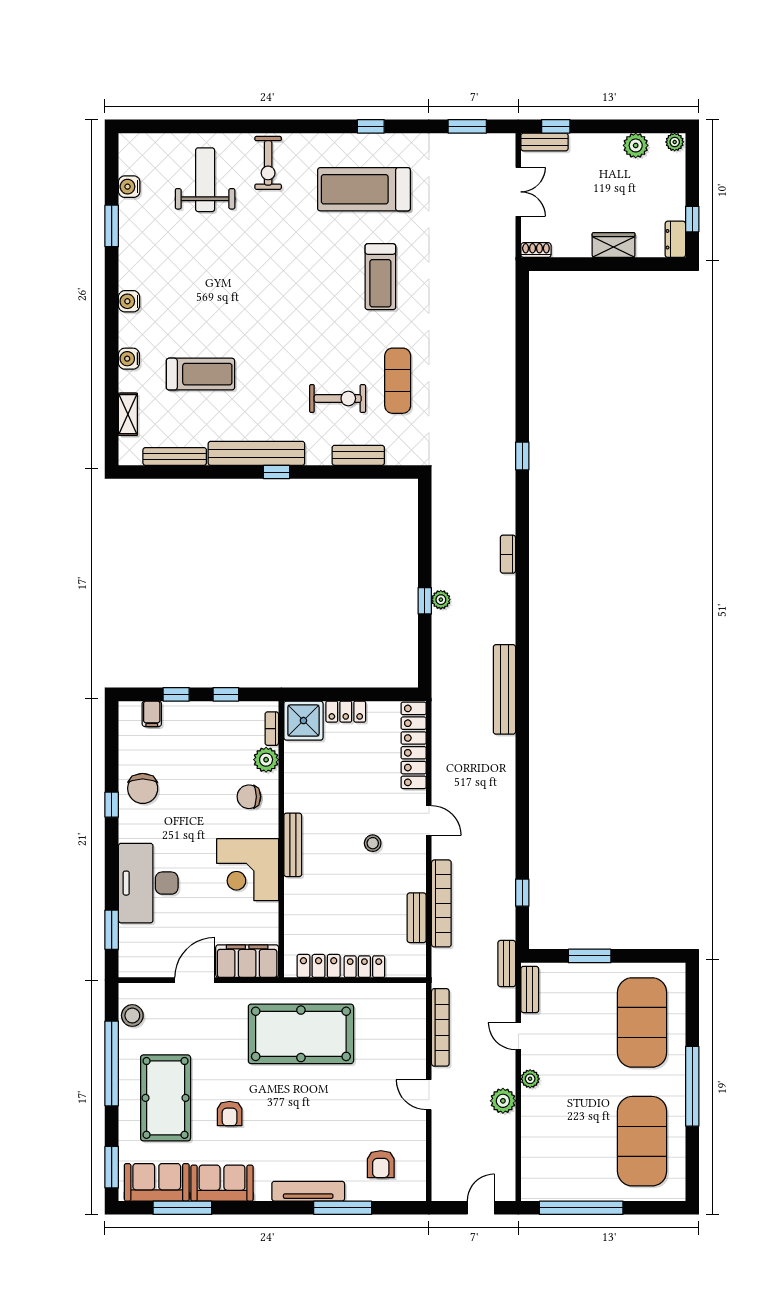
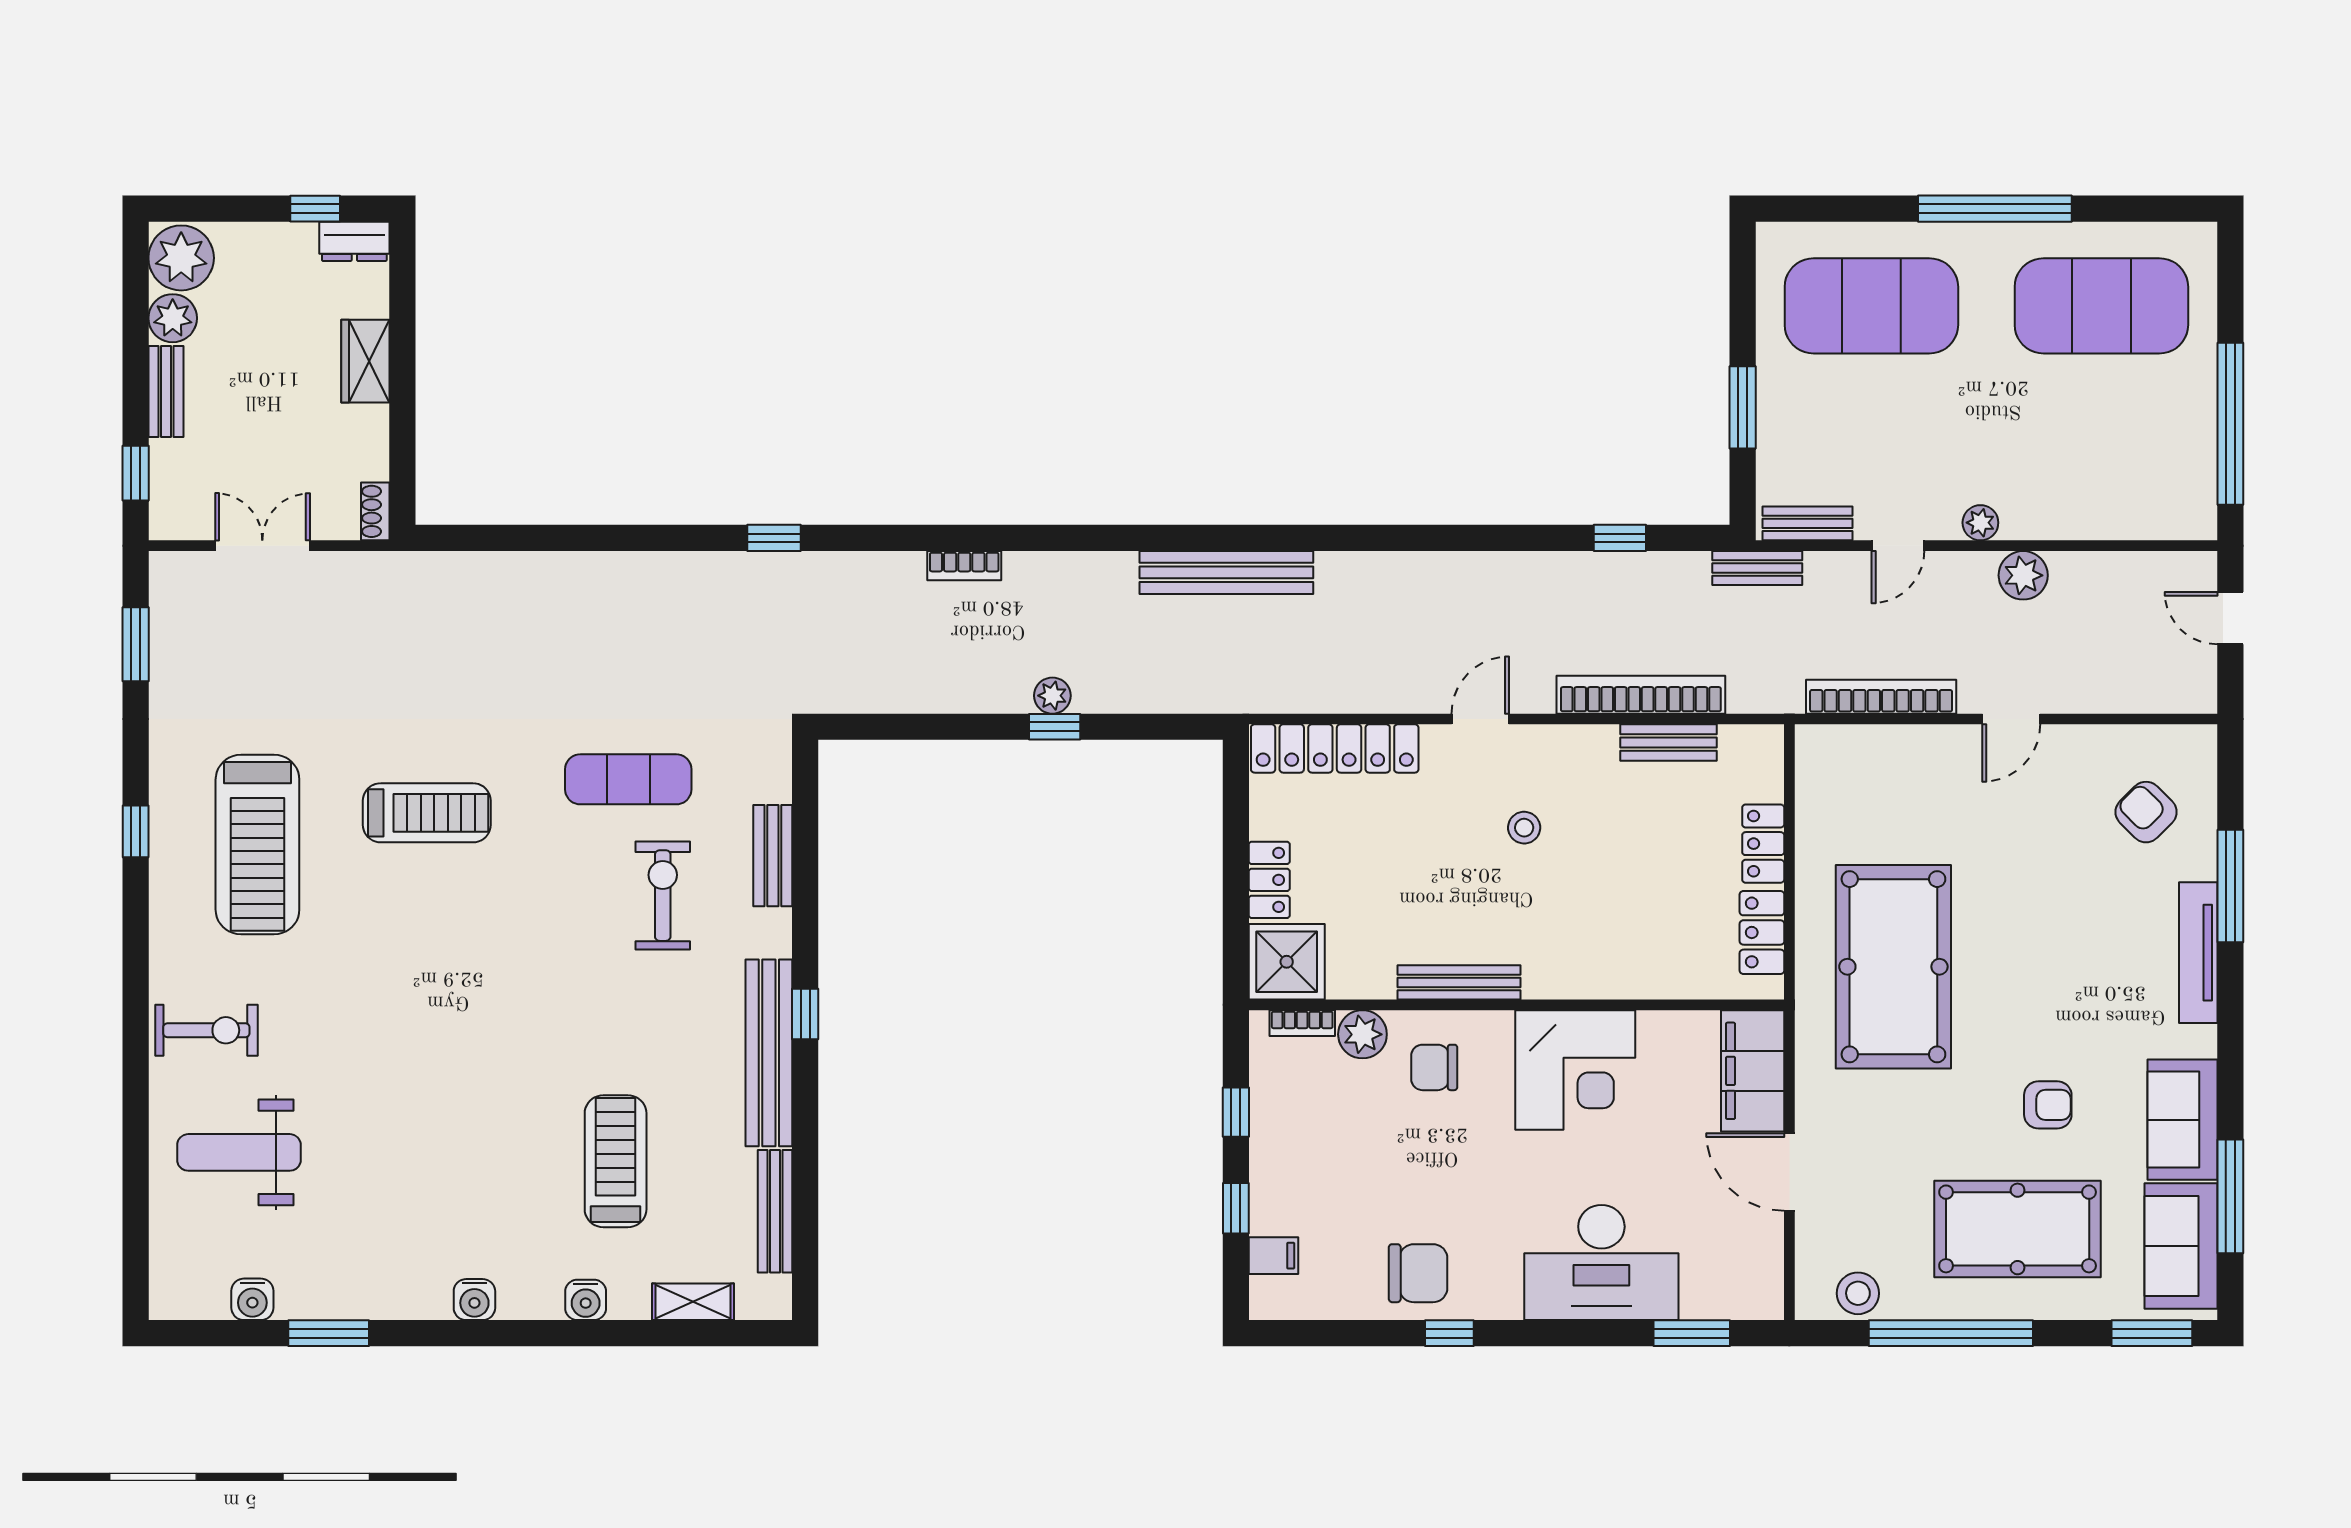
bench: (544, 142) -> (166, 391), moved
plant: (675, 142) -> (181, 258), width x1.87, depth x1.87
chair: (249, 797) -> (1434, 1067), turned 90
bench: (293, 845) -> (1459, 982), moved
armchair: (381, 1164) -> (2146, 812), turned -135

